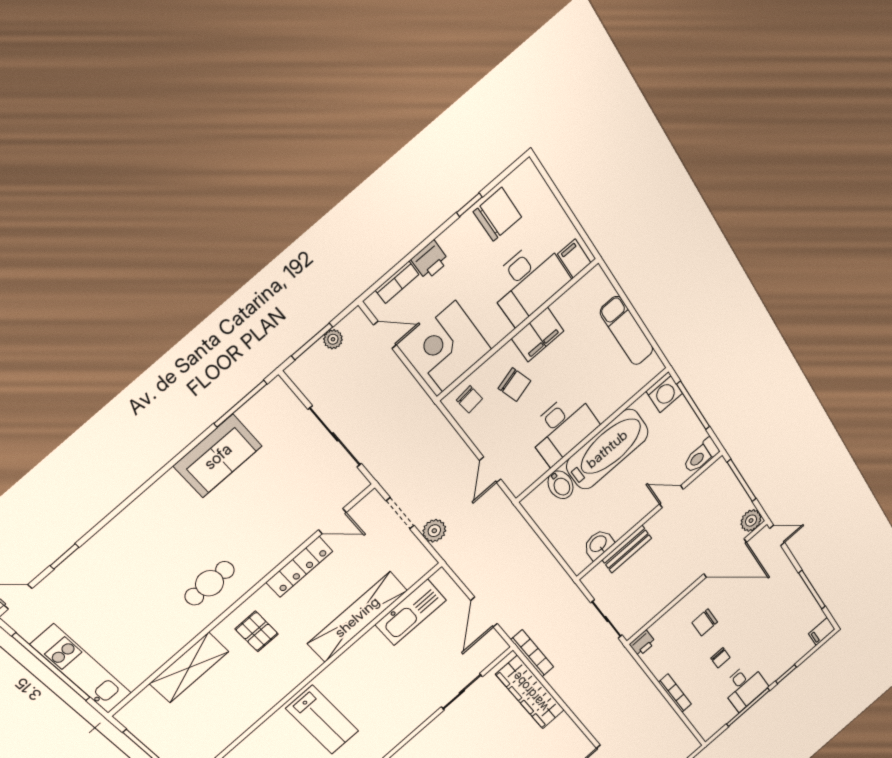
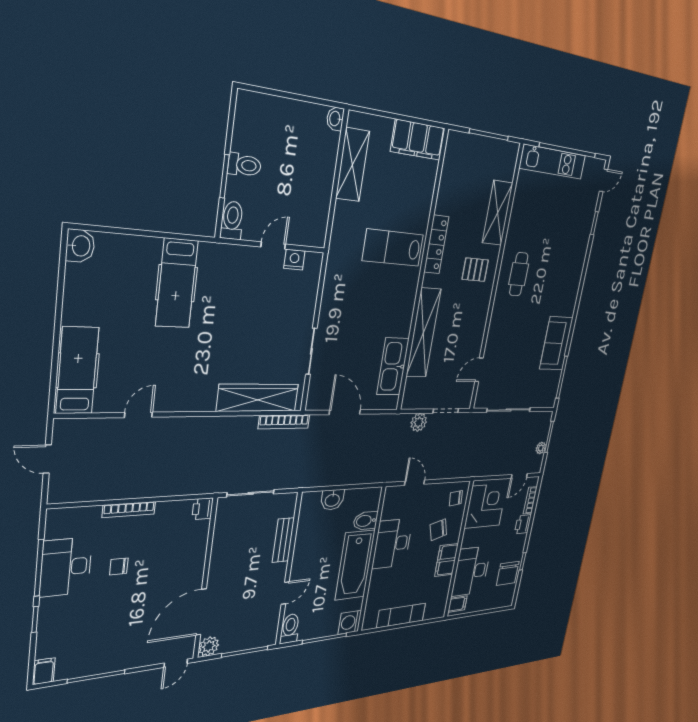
washbasin: (598, 544) -> (332, 500), moved, turned 90
locker: (299, 567) -> (436, 244), moved, turned 180
chair: (705, 622) -> (166, 569), removed
desk: (745, 687) -> (66, 567), width x1.37

